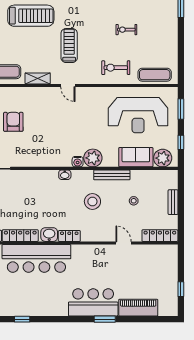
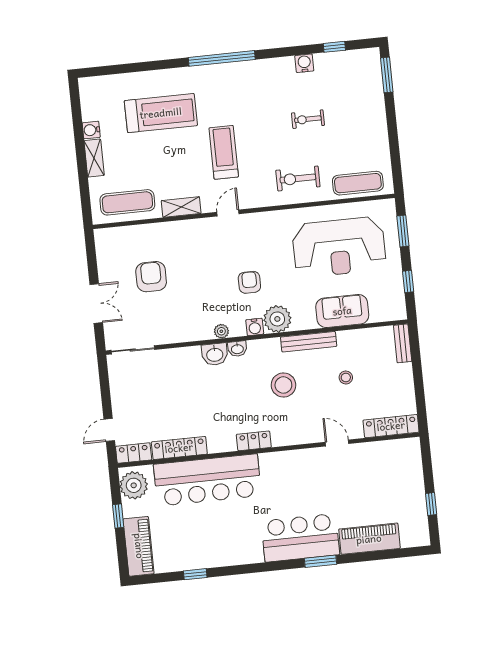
door: (68, 85) -> (228, 213), swing flipped
armchair: (77, 132) -> (249, 282), added
plant: (163, 158) -> (221, 331), moved, width x0.53, depth x0.53
bench: (173, 202) -> (403, 343), moved
washbasin: (49, 235) -> (215, 354), moved, turned 180

